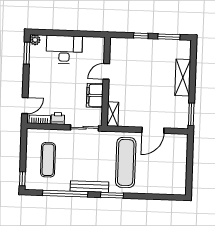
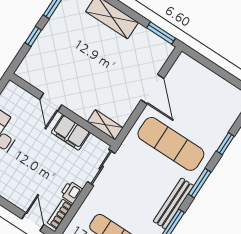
window: (146, 196) -> (225, 144), added

